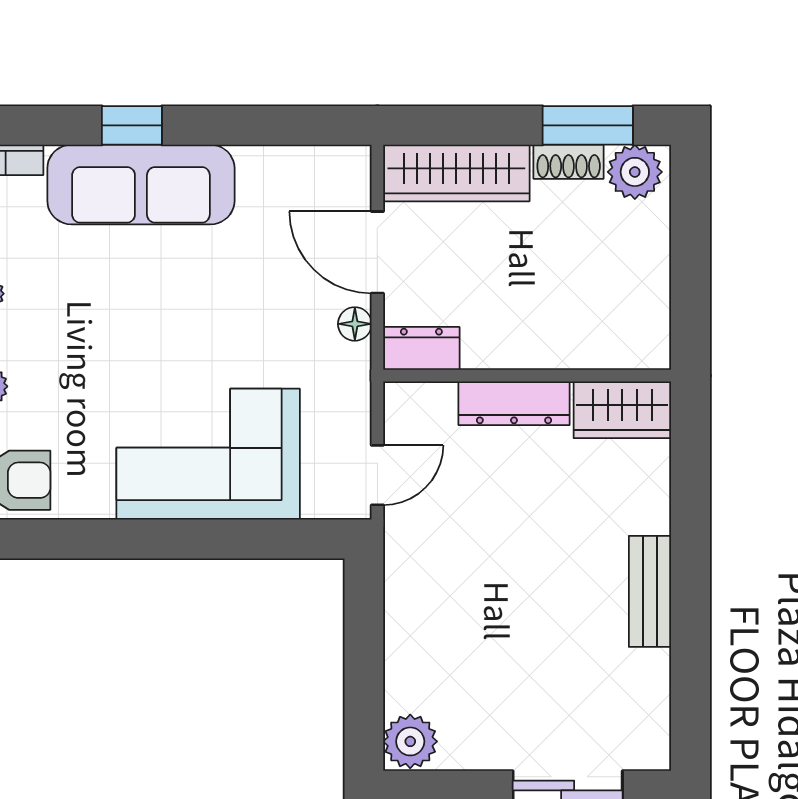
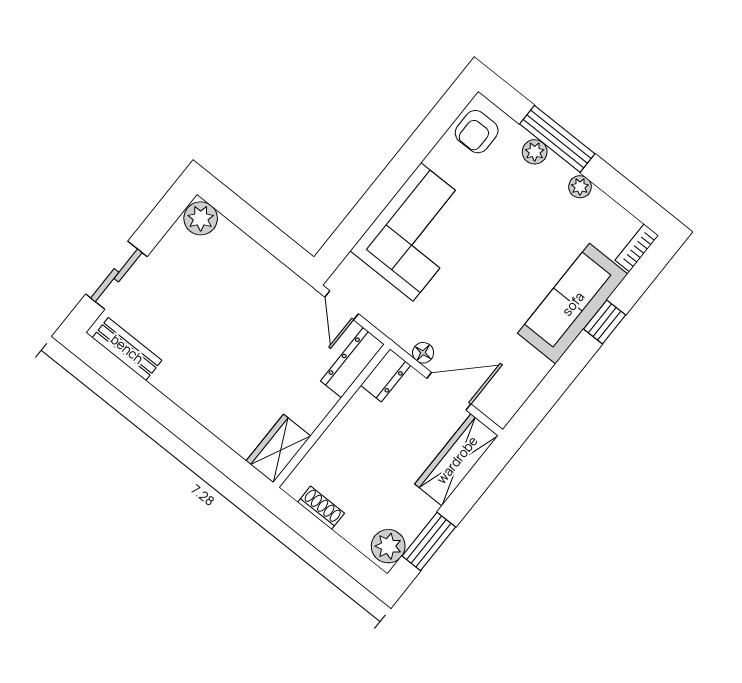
shoe rack: (569, 162) -> (321, 508), moved, turned 90
dresser: (514, 403) -> (352, 363), moved
bench: (650, 591) -> (127, 349), moved

